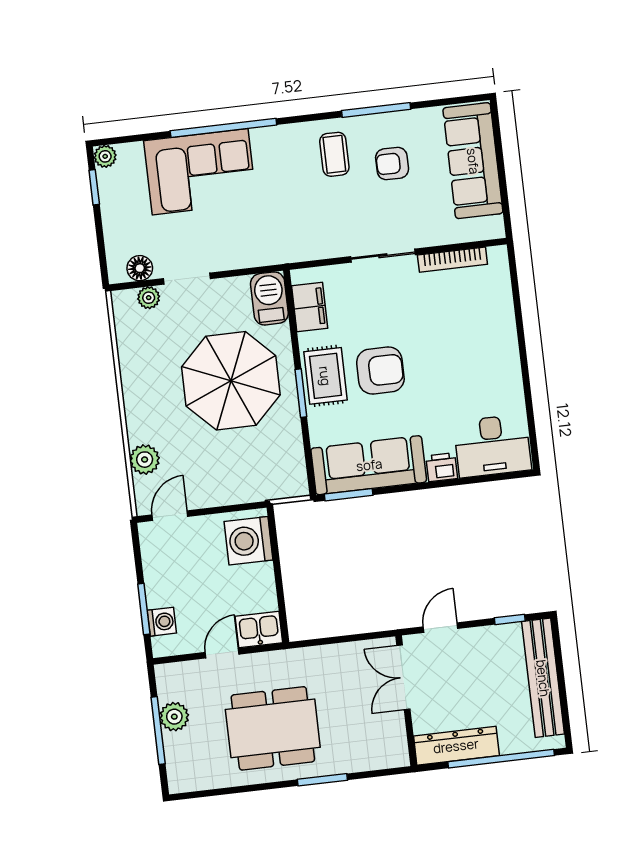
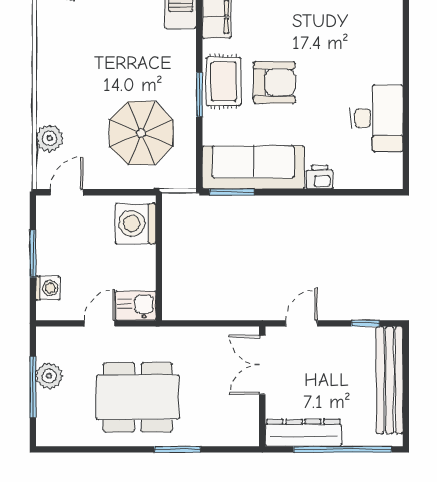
parasol: (231, 381) -> (141, 133), moved, width x0.73, depth x0.73
desk: (492, 446) -> (377, 118), moved, turned -90
window: (144, 609) -> (33, 254), moved

